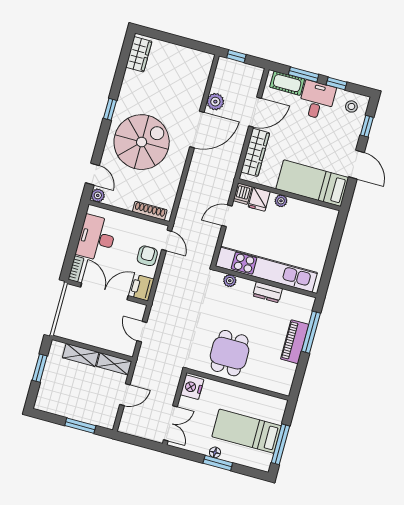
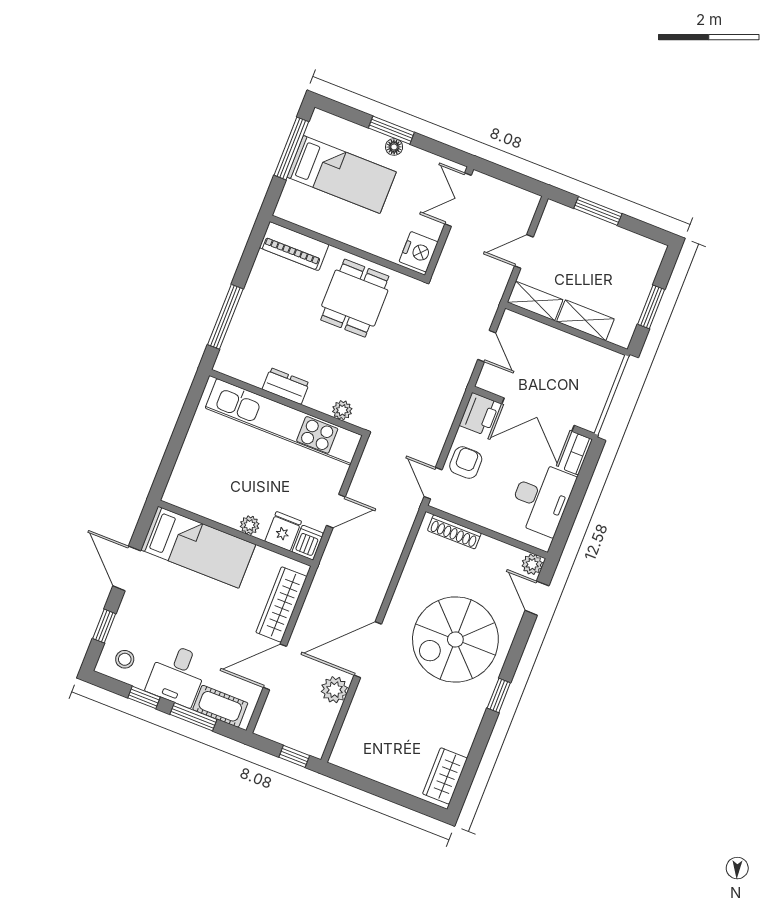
armchair: (147, 256) -> (466, 463), turned 180
piano: (295, 342) -> (294, 246), moved, turned 90

